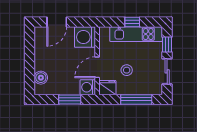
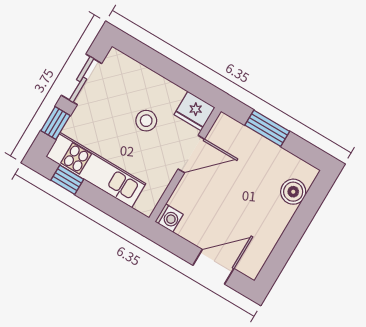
window: (132, 22) -> (67, 180), moved
washing machine: (85, 37) -> (169, 218), width x0.53, depth x0.53
washing machine: (88, 87) -> (226, 130), removed
window: (136, 99) -> (159, 64), removed

